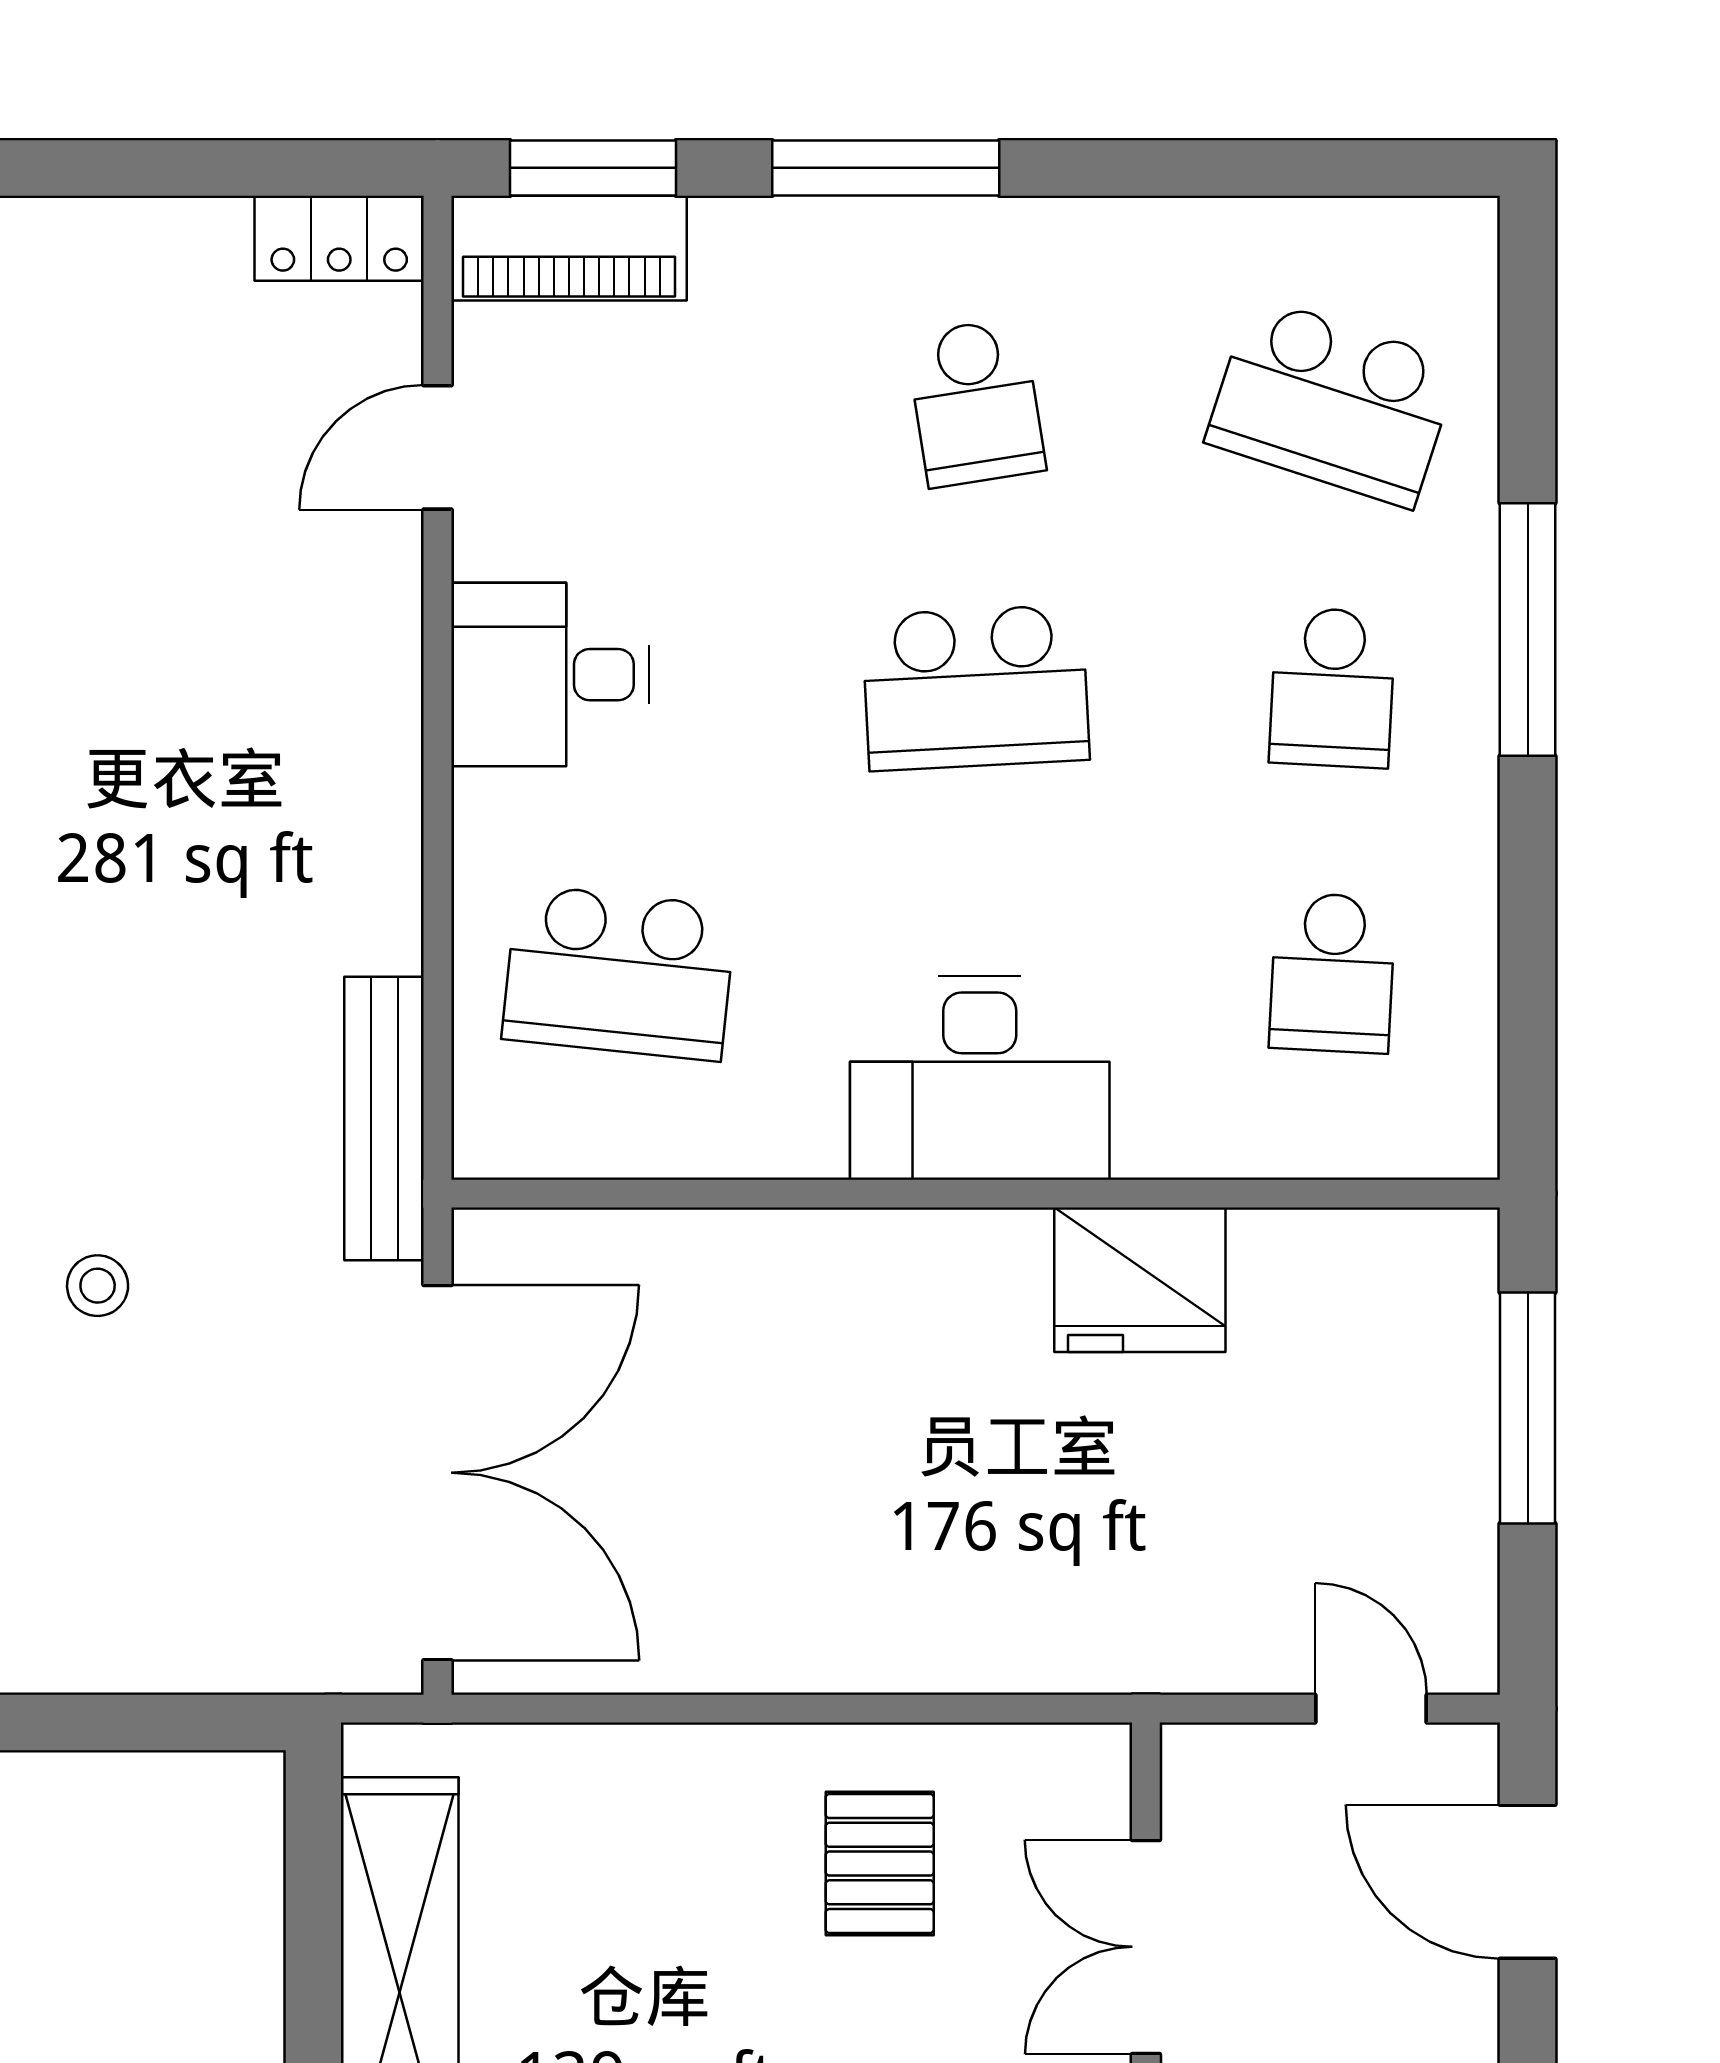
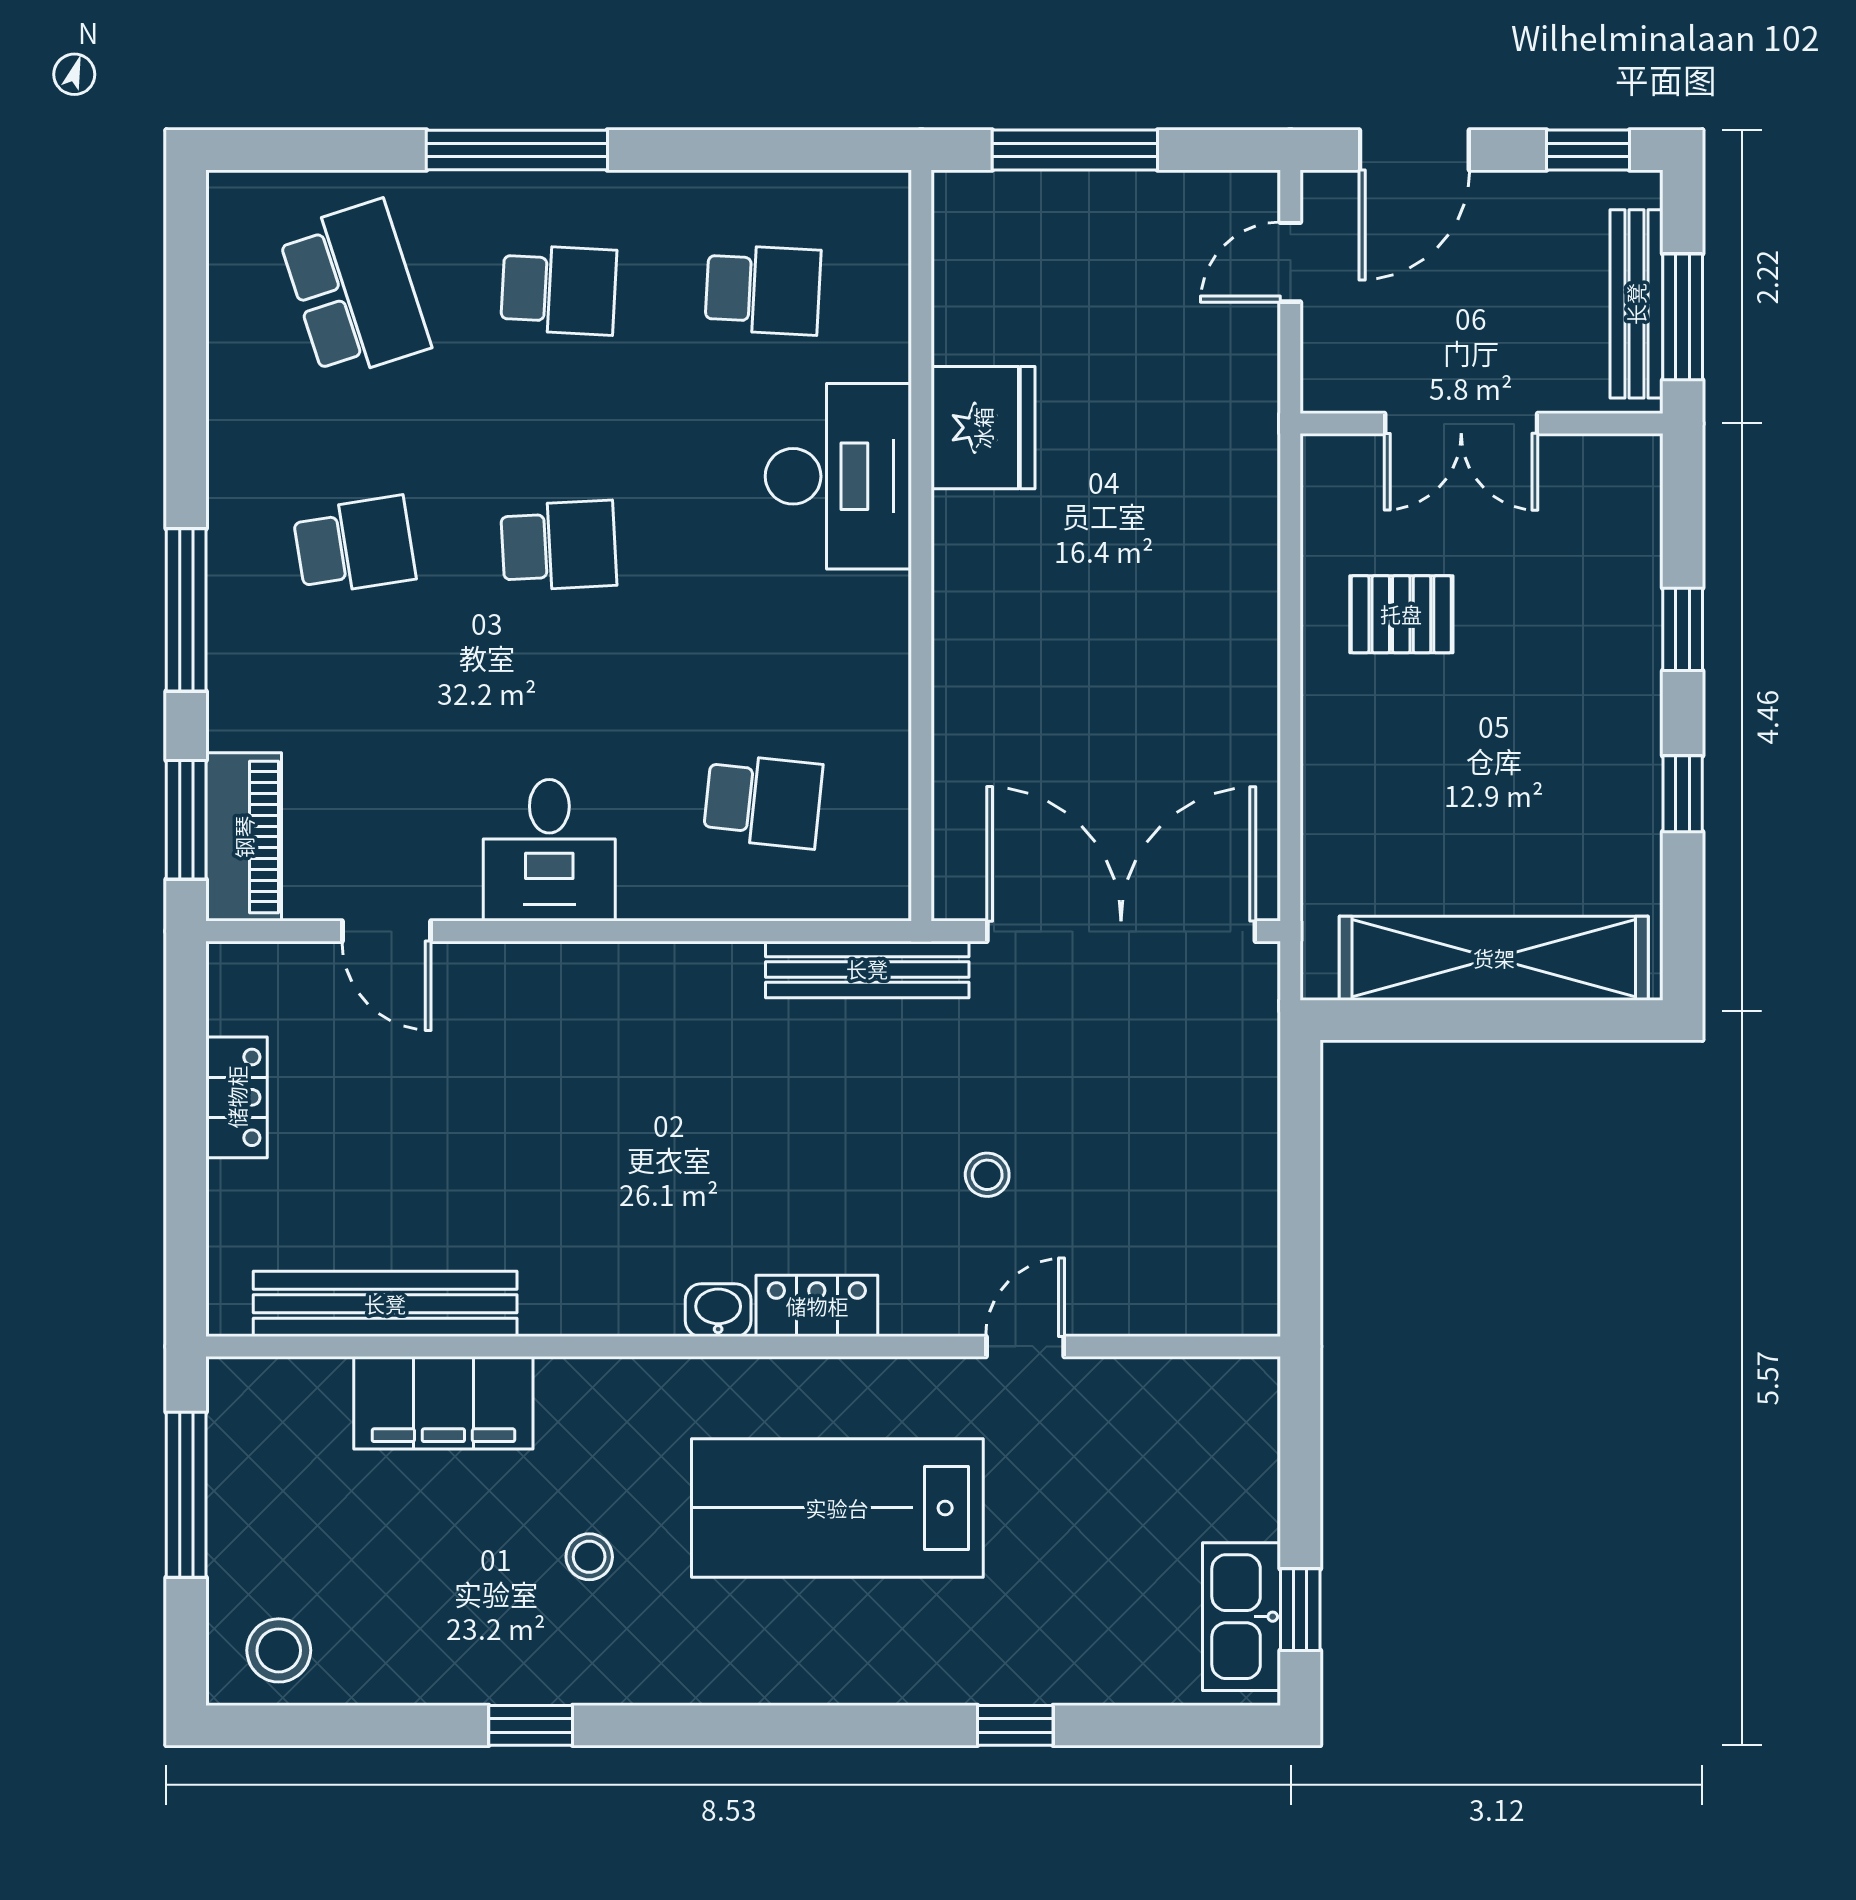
locker: (339, 238) -> (237, 1097), moved
school desk: (1332, 402) -> (354, 290), turned -36
school desk: (976, 688) -> (559, 545), width x0.54
school desk: (619, 973) -> (763, 801), width x0.54
desk: (980, 1078) -> (838, 476), moved

